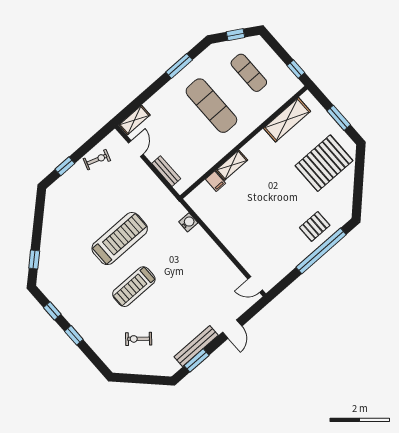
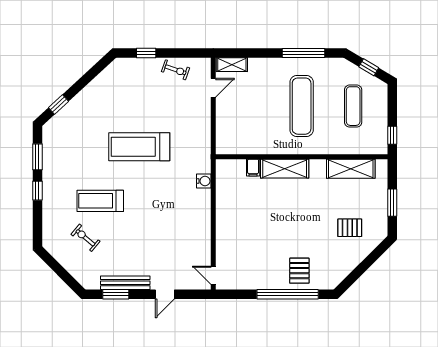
window: (179, 66) -> (304, 53), width x1.44
pallet: (324, 163) -> (350, 228), width x0.49, depth x0.50
shelving: (232, 165) -> (285, 169), width x1.50, depth x1.33
bench: (166, 171) -> (222, 126), removed
pallet: (315, 226) -> (299, 271), turned 90
treadmill: (120, 239) -> (139, 147), turned 180
treadmill: (134, 287) -> (100, 201), moved
window: (52, 311) -> (37, 157), width x1.50

